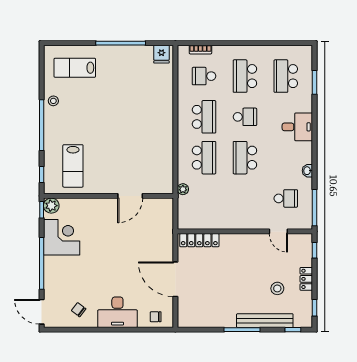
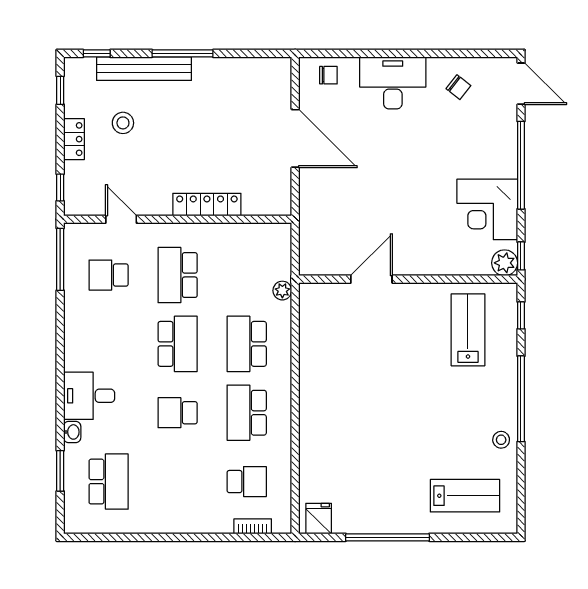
school desk: (245, 76) -> (178, 275), moved, turned 180
washbasin: (307, 171) -> (72, 432), moved
locker: (199, 240) -> (207, 205), moved

